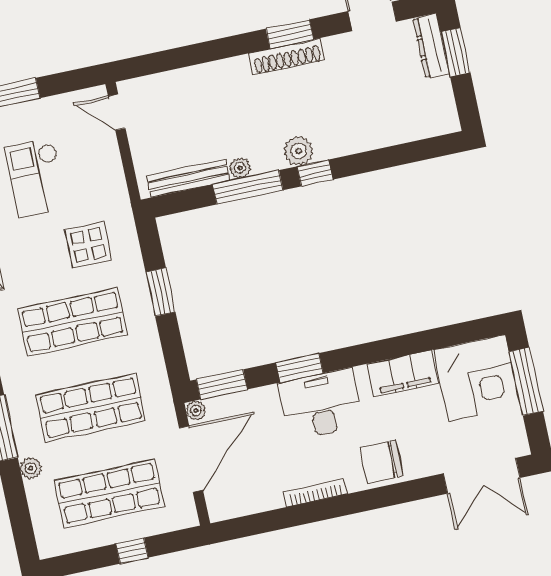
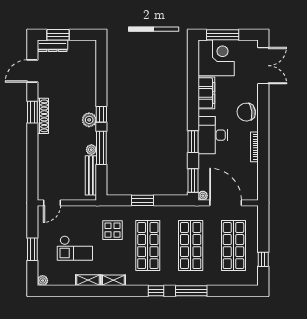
chair: (382, 462) -> (246, 112), turned 83
plant: (31, 468) -> (213, 280), removed
window: (132, 551) -> (263, 259), moved

